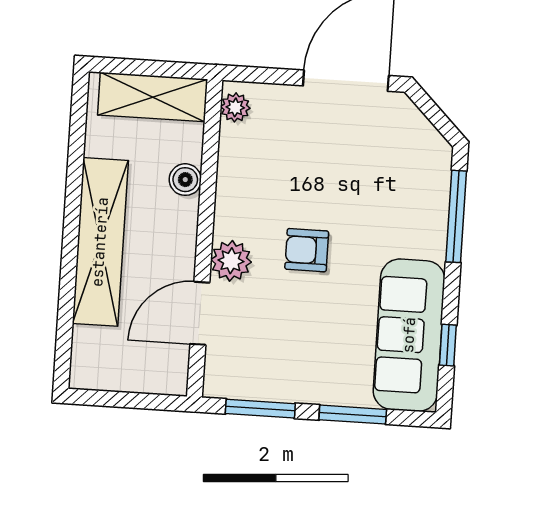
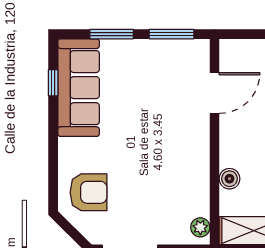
window: (456, 216) -> (53, 166), removed
armchair: (307, 250) -> (89, 192), moved, width x1.38, depth x1.38
plant: (231, 261) -> (197, 128), removed

